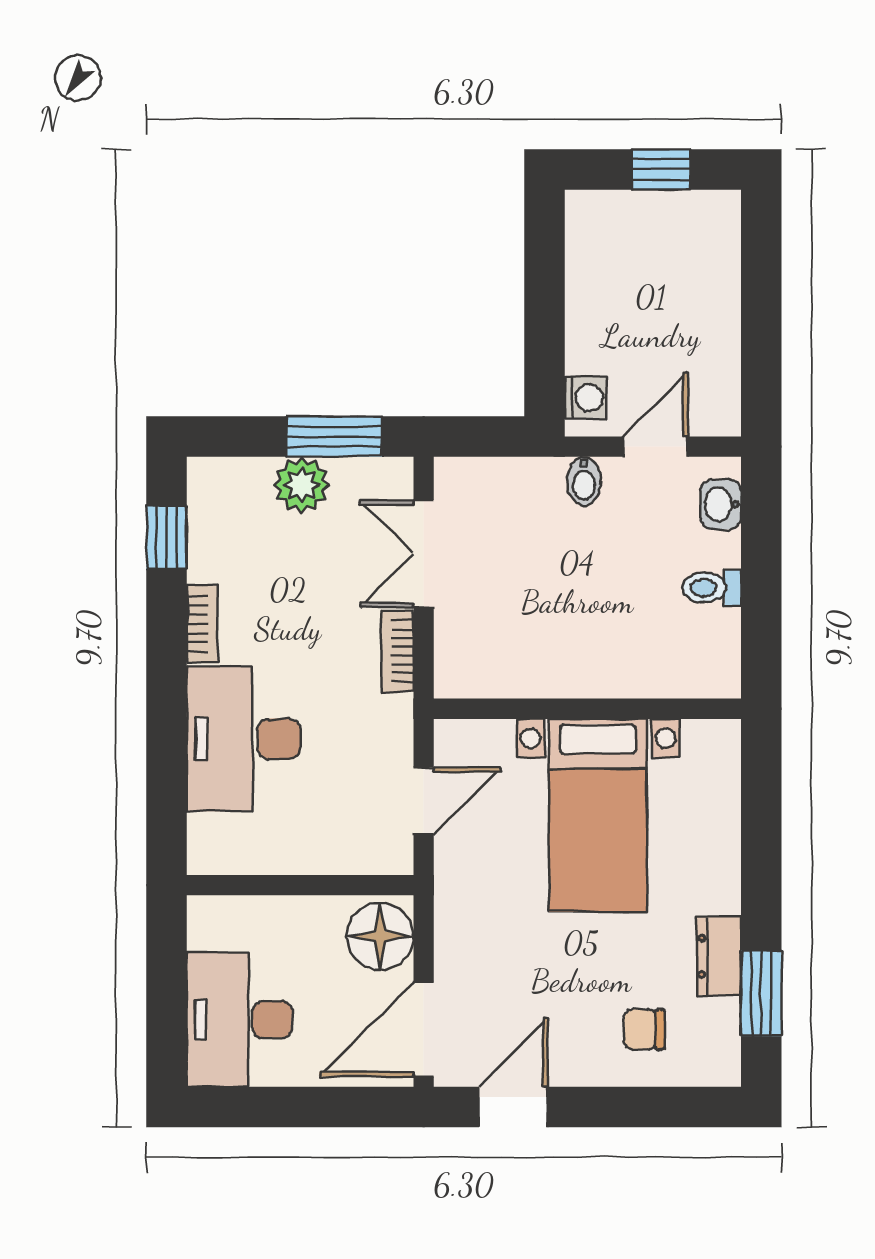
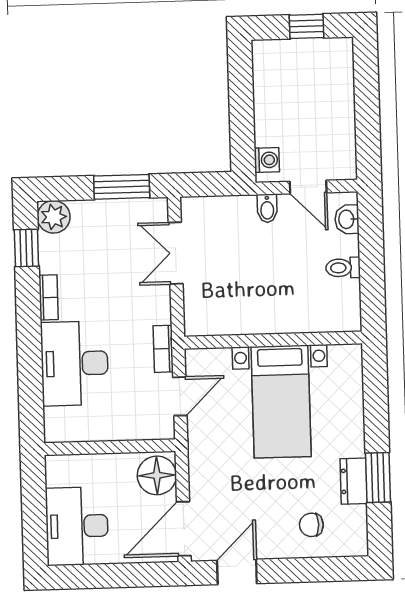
door: (656, 447) -> (308, 187), swing flipped
plant: (302, 485) -> (54, 217), moved
bookcase: (397, 651) -> (163, 349), moved
window: (761, 993) -> (378, 478), moved

